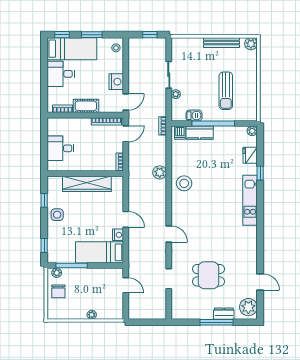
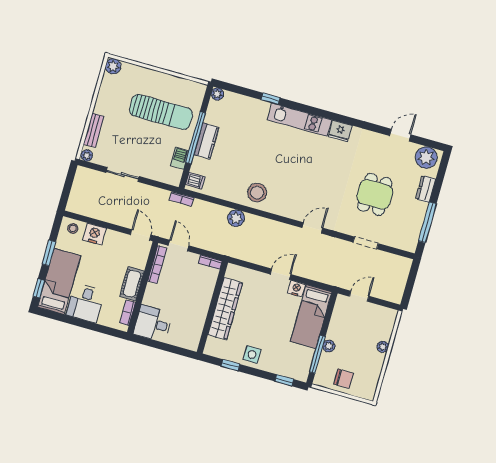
window: (150, 35) -> (68, 184), removed
bench: (221, 43) -> (94, 130), moved, width x0.73
nightstand: (116, 82) -> (94, 234), moved
sun lounger: (226, 91) -> (161, 112), width x1.36, depth x1.34
plant: (176, 94) -> (87, 156), moved
kitchen counter: (200, 133) -> (206, 141), moved
desk: (60, 148) -> (153, 324), moved, turned 90
fridge: (250, 155) -> (340, 131), moved
plant: (57, 273) -> (329, 346), moved
window: (217, 322) -> (427, 222), moved

